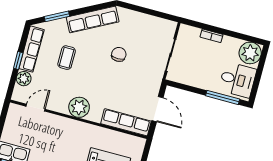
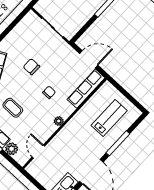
chair: (102, 86) -> (49, 92), added
plant: (79, 107) -> (59, 121), width x0.53, depth x0.53

